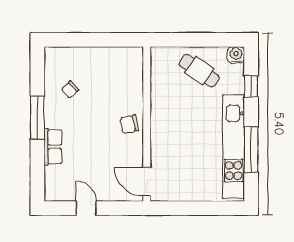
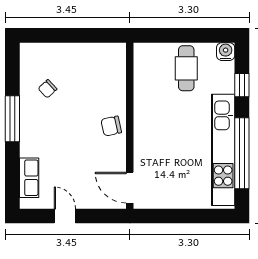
cafe table: (199, 71) -> (186, 68), turned 55
row of seats: (53, 147) -> (29, 178), moved
window: (251, 150) -> (242, 153), width x1.46

